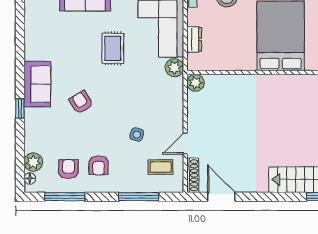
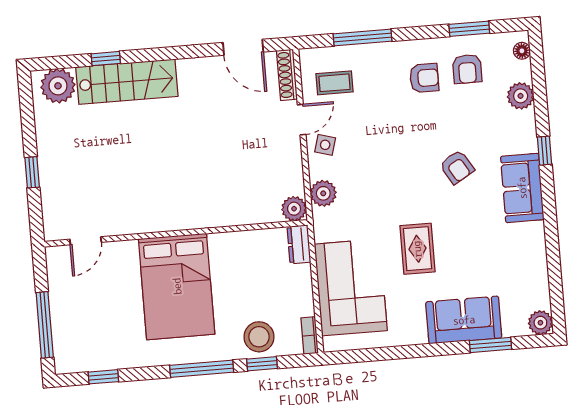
dresser: (194, 39) -> (299, 244), moved
plant: (174, 68) -> (323, 193), moved
side table: (137, 135) -> (325, 145), moved
plant: (33, 162) -> (521, 96), moved
armchair: (99, 165) -> (424, 78), turned 90
window: (65, 197) -> (469, 29), width x0.69

